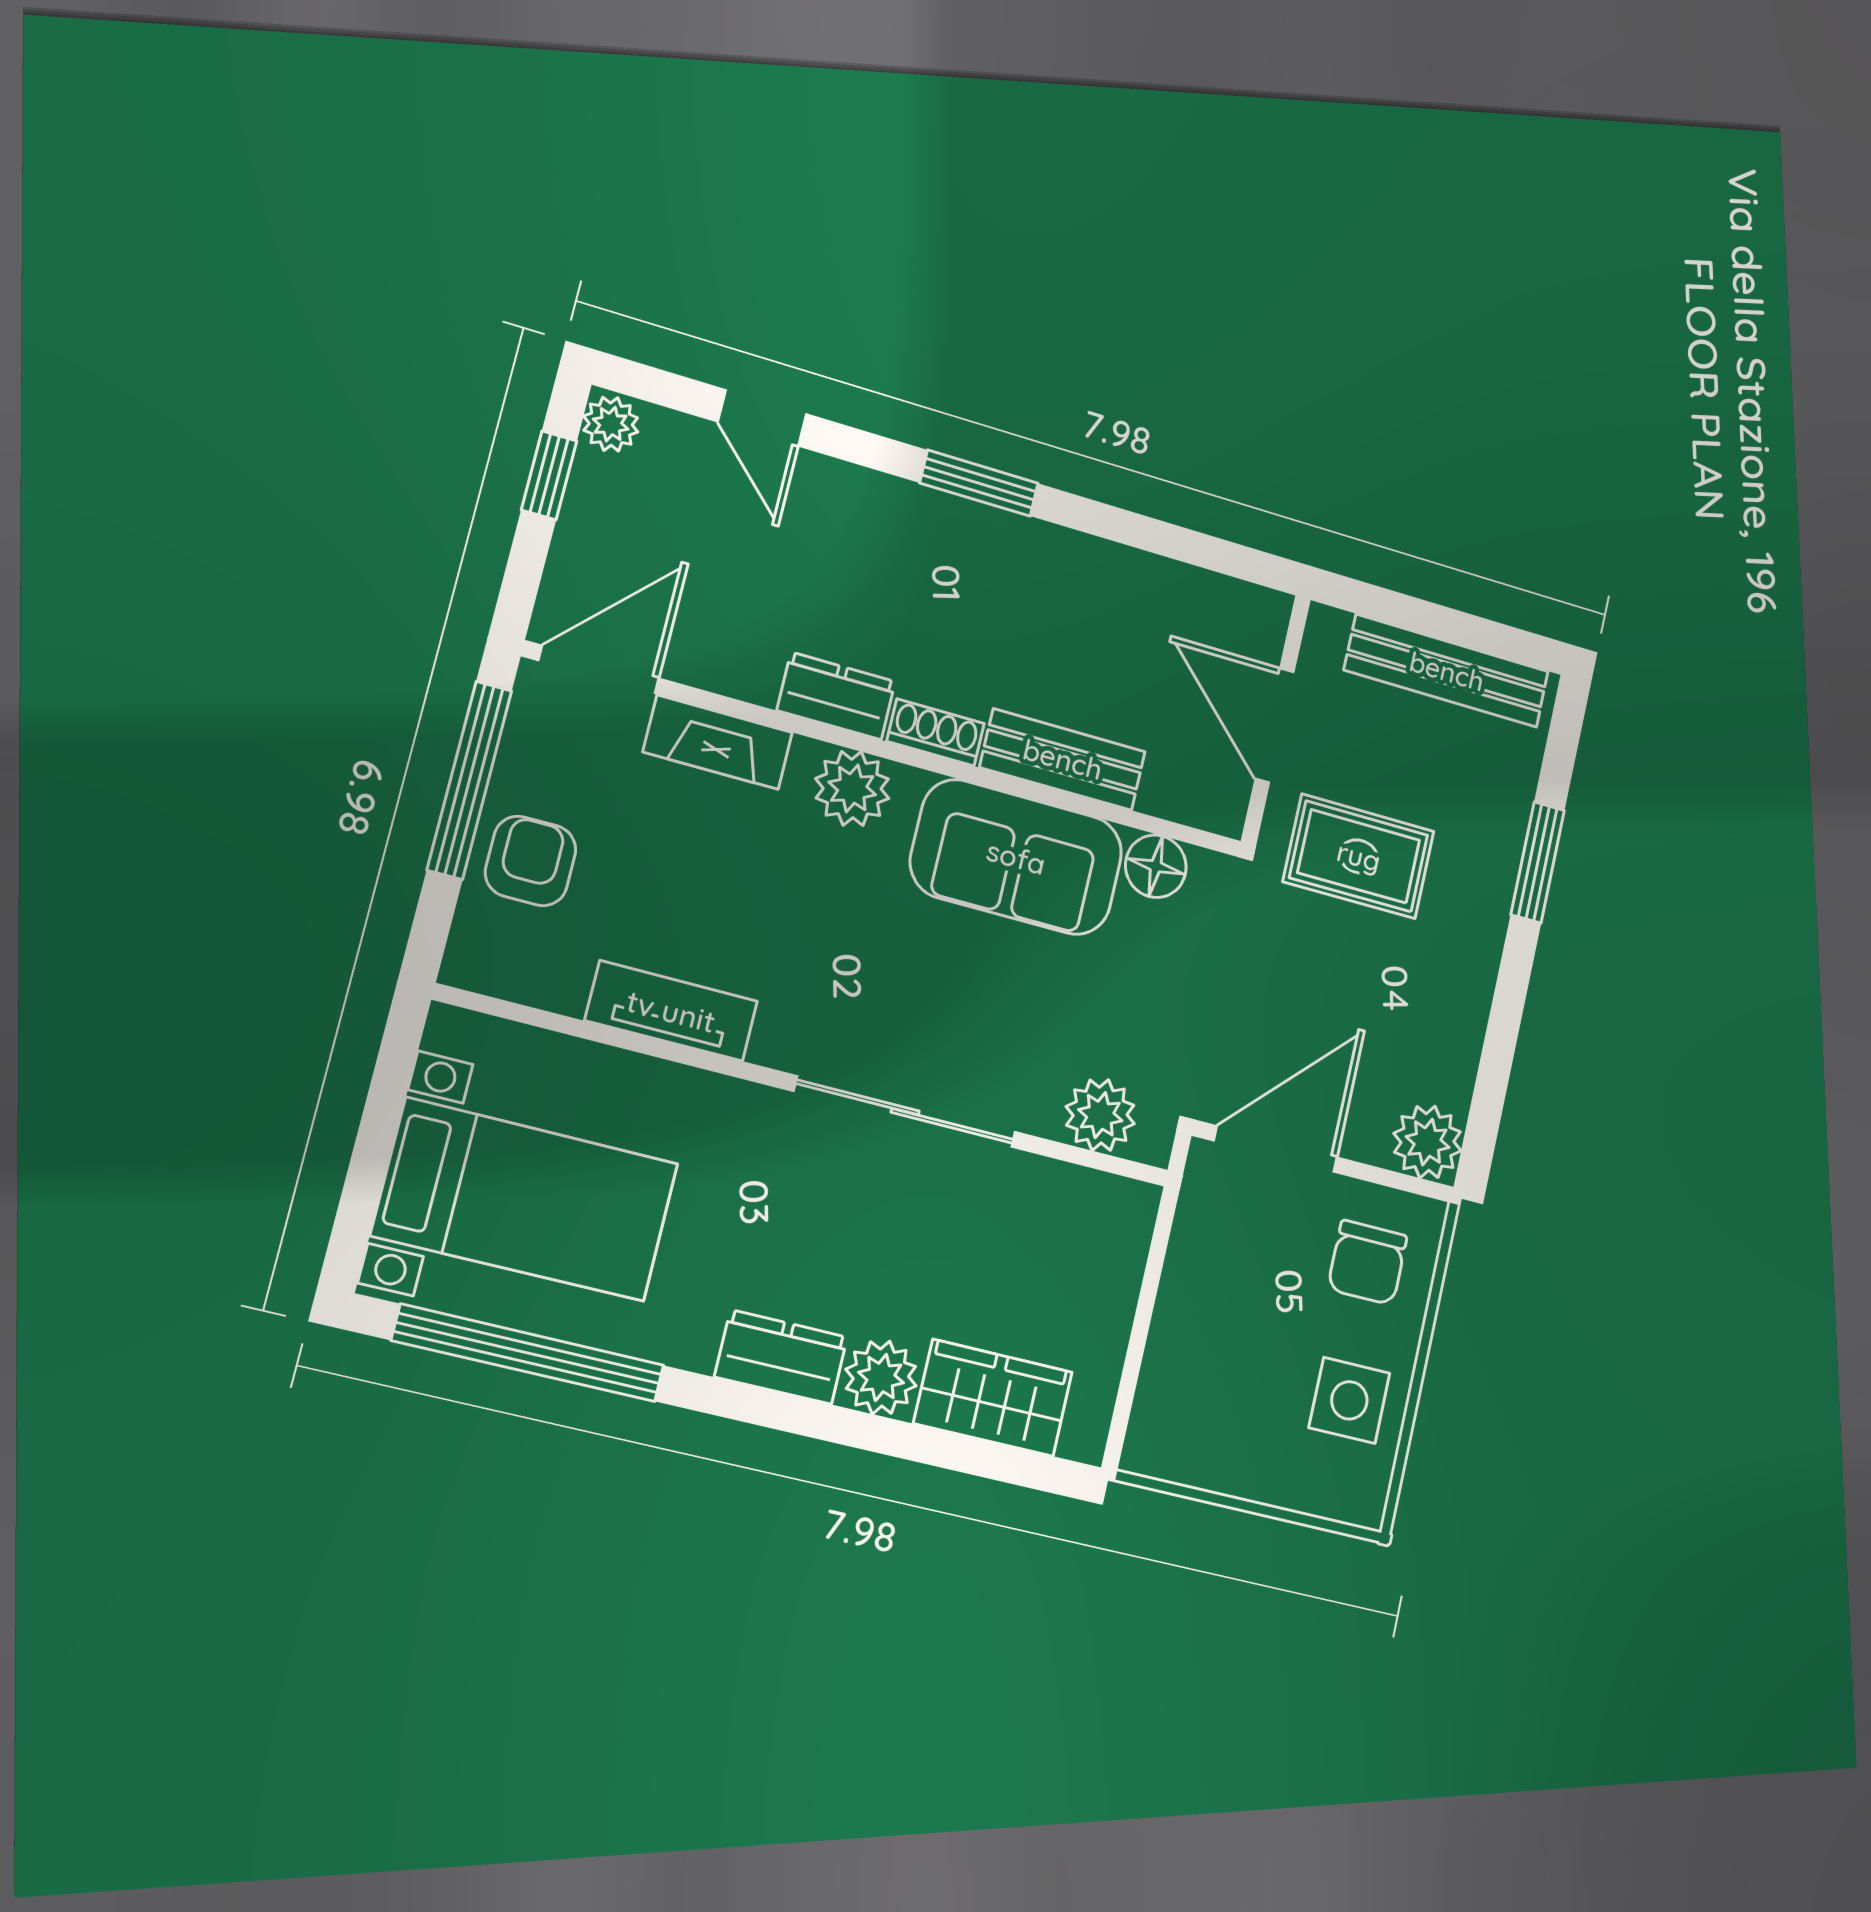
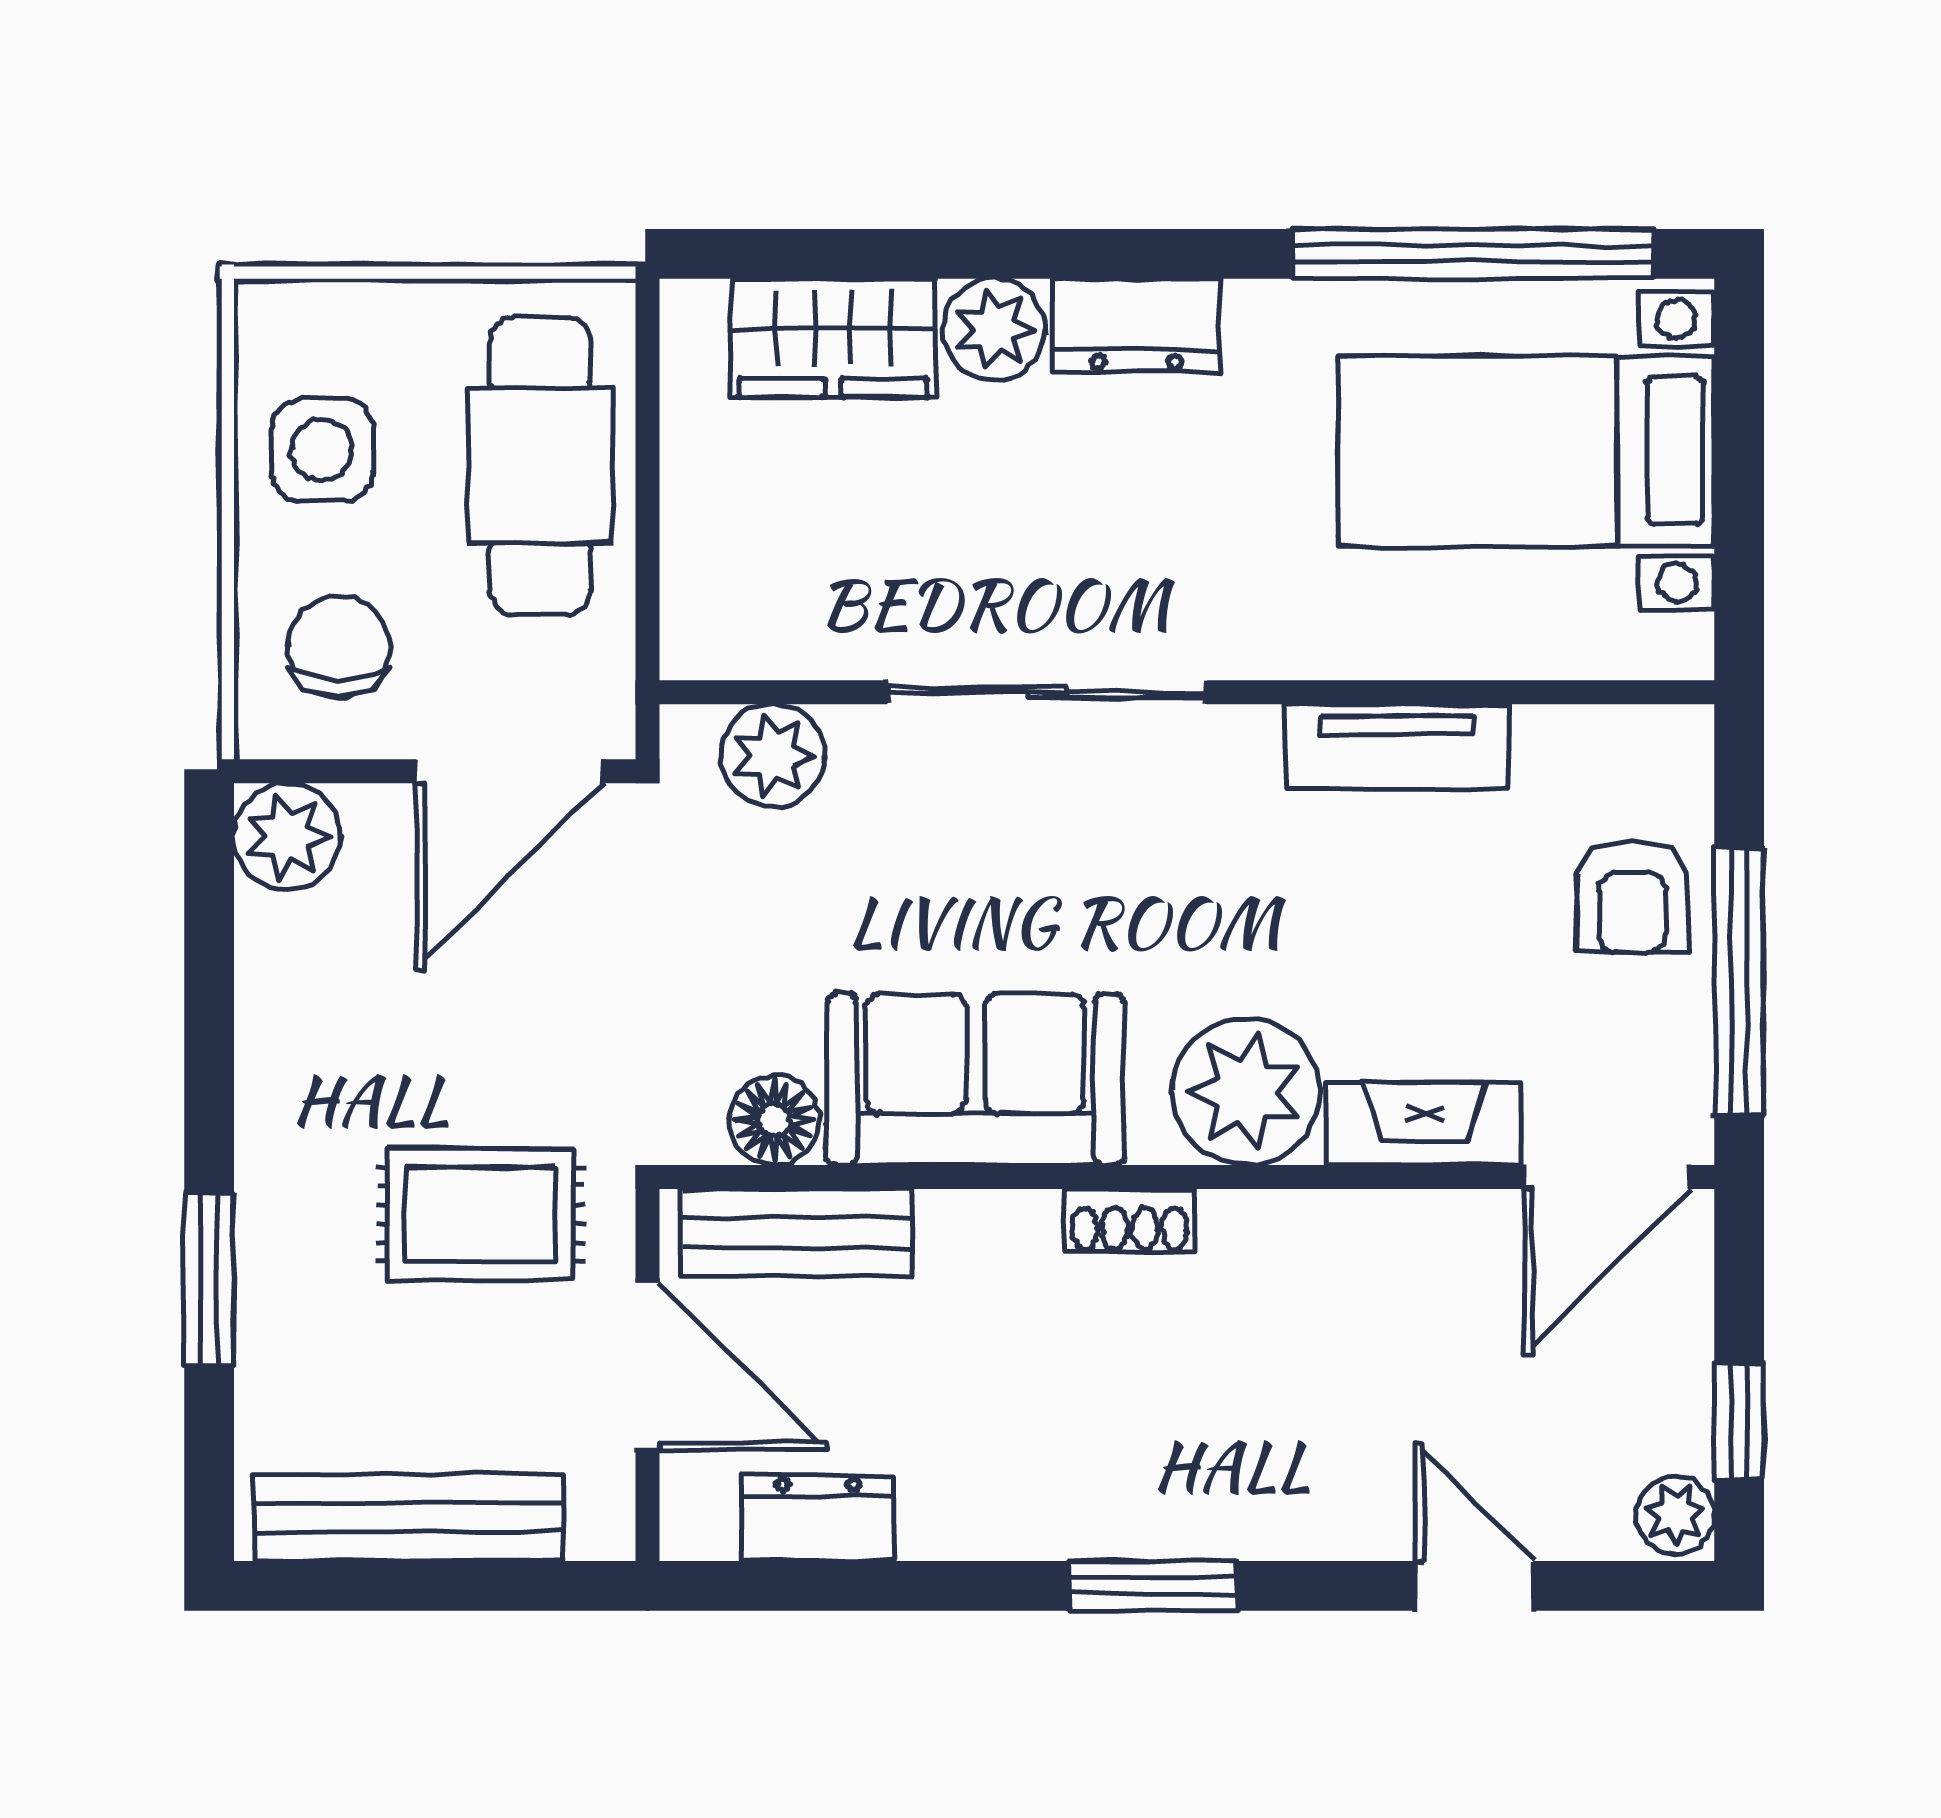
dresser: (836, 696) -> (818, 1518), moved, turned 180
bench: (1063, 759) -> (796, 1233), moved
plant: (852, 788) -> (1246, 1092), width x1.36, depth x1.36
cafe table: (1209, 1355) -> (540, 466), added

